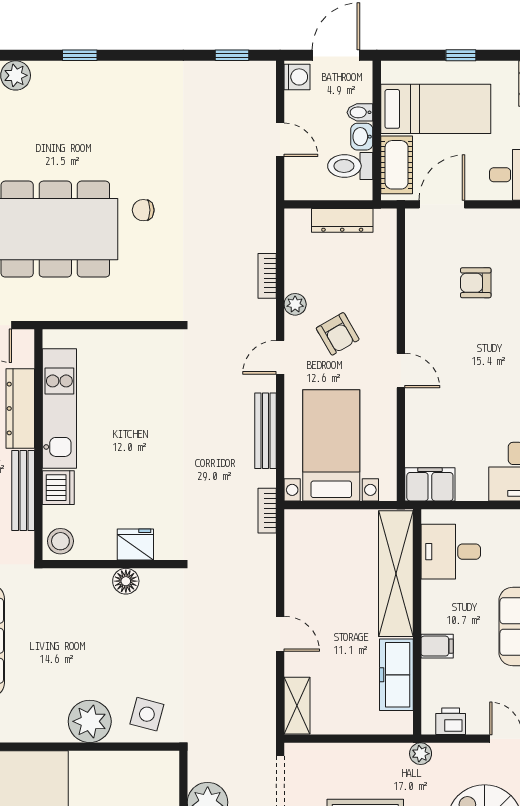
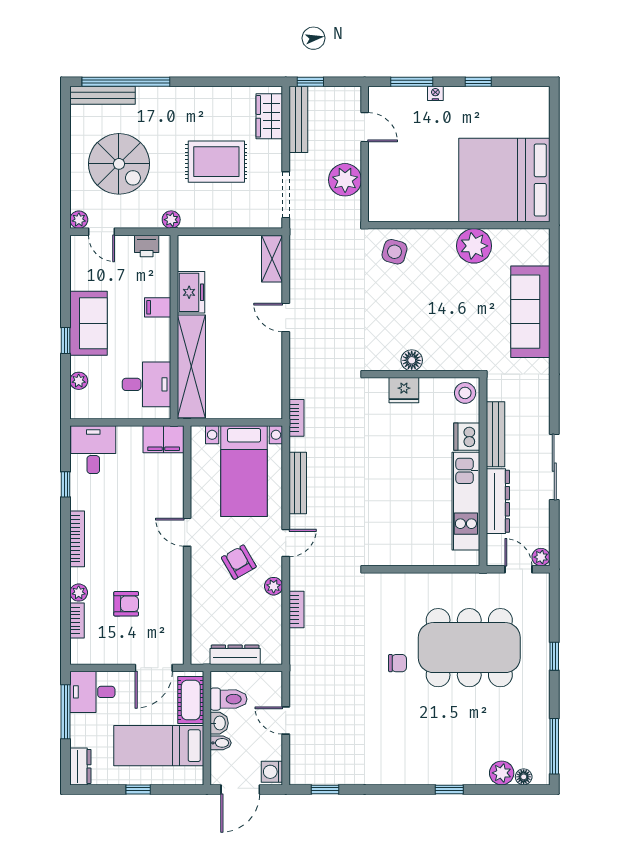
freezer: (396, 675) -> (191, 292), width x0.71
plant: (90, 721) -> (474, 246), moved

